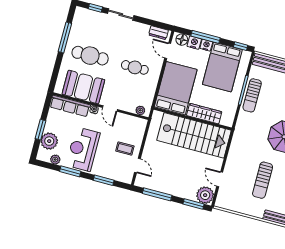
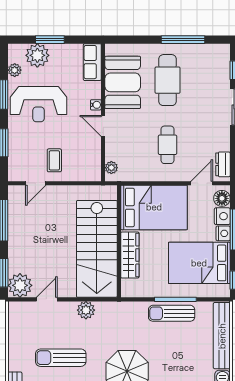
row of seats: (70, 106) -> (92, 62), width x0.68
door: (110, 109) -> (103, 126), hinge flipped
reception desk: (83, 149) -> (39, 104), turned 180
plant: (234, 154) -> (86, 310), added

